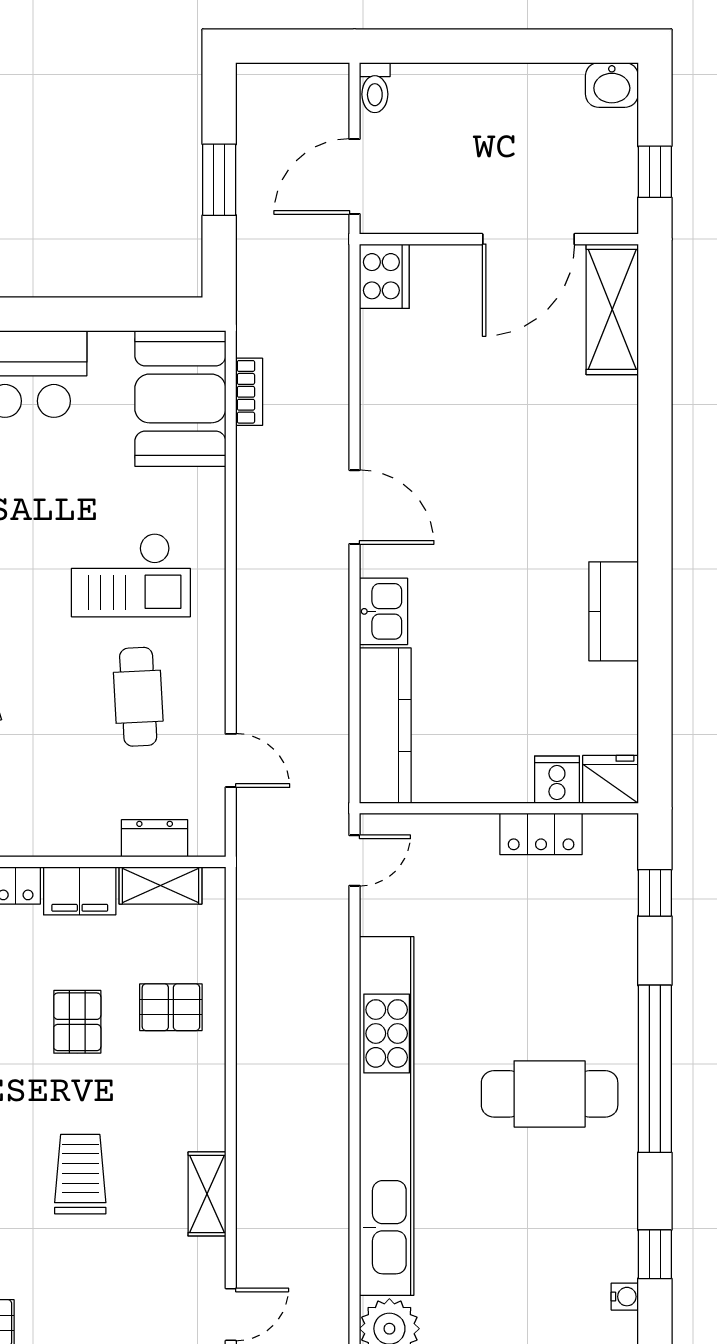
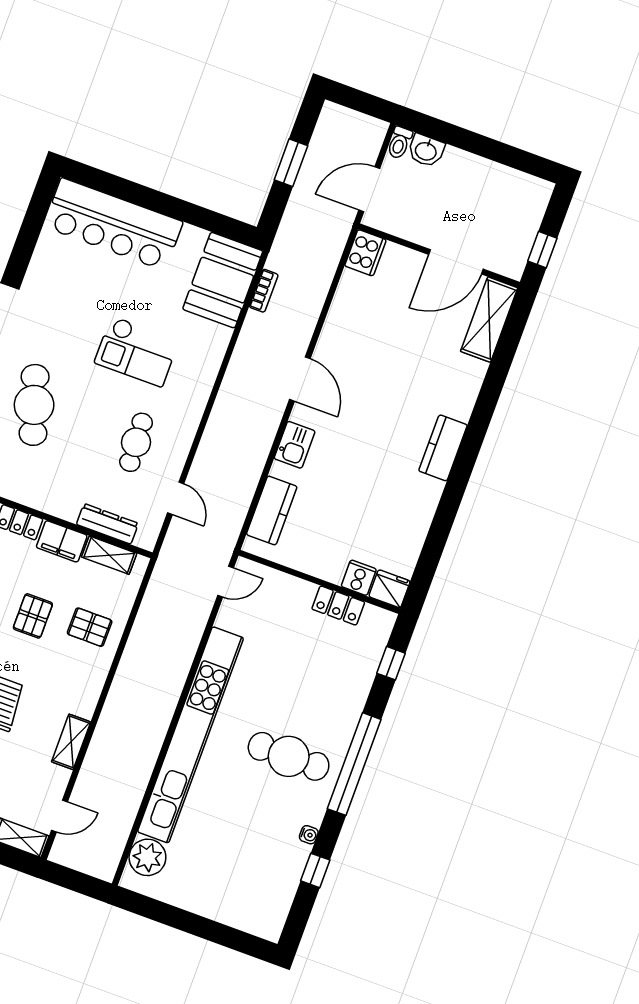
washbasin: (612, 85) -> (426, 151), moved
checkout: (131, 575) -> (137, 351), moved
kitchen counter: (614, 611) -> (443, 448), moved
kitchen counter: (385, 725) -> (272, 511), width x0.67
dresser: (155, 838) -> (107, 524), width x1.44
water cooler: (625, 1297) -> (309, 835), moved

